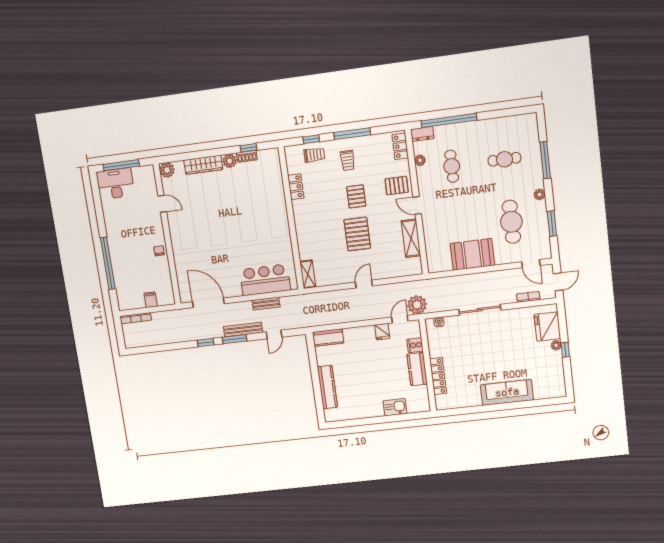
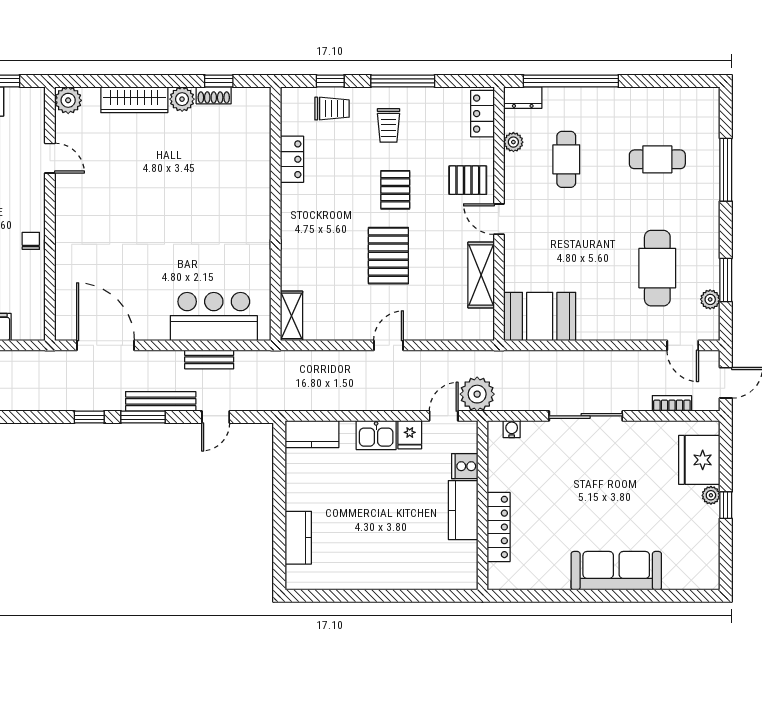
plant: (540, 194) -> (710, 299), moved
booth: (472, 254) -> (540, 317), moved
kitchen counter: (327, 387) -> (298, 538), width x0.67
kitchen sink: (395, 407) -> (376, 435), moved, turned 180

